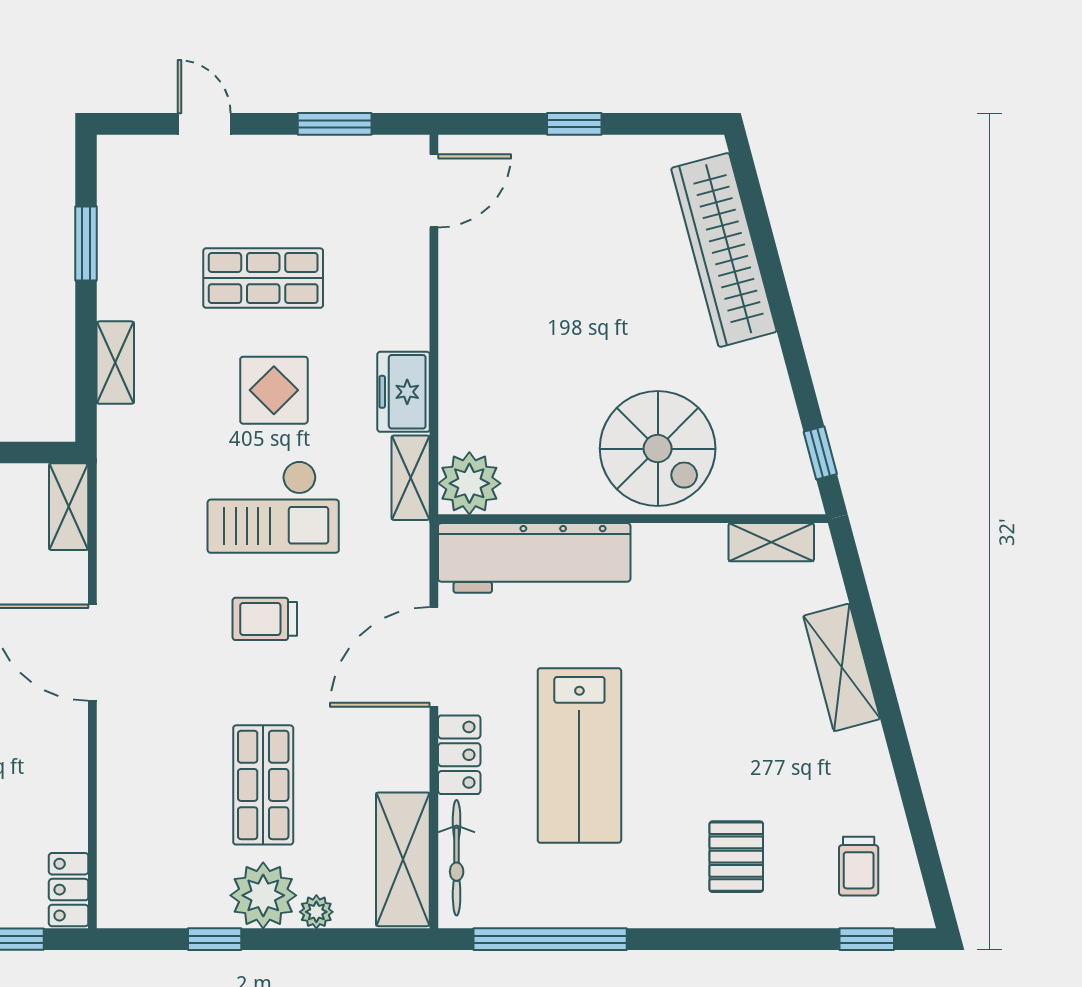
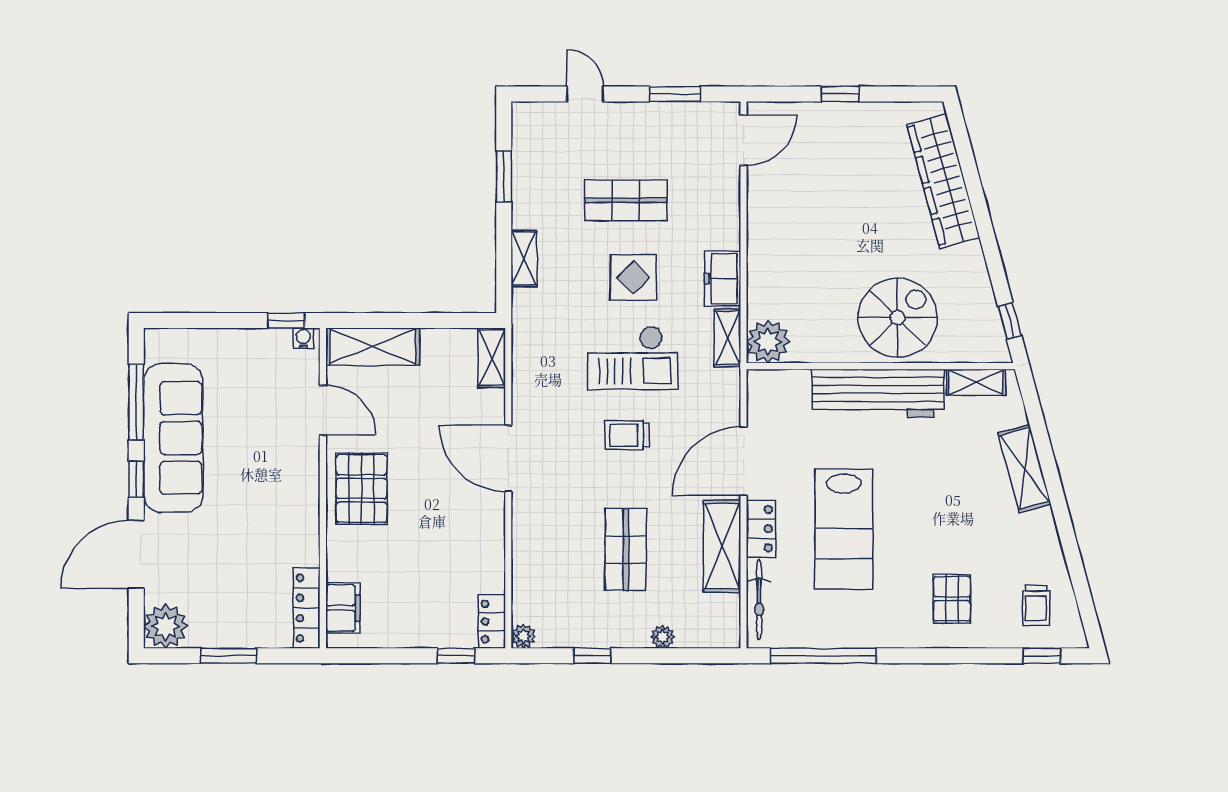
spiral stairs: (658, 449) -> (898, 318), turned -90
workbench: (534, 558) -> (878, 393), moved
shelving: (403, 859) -> (722, 546), moved
plant: (263, 895) -> (523, 636), moved, width x0.53, depth x0.53

